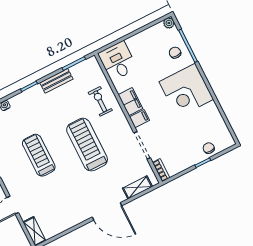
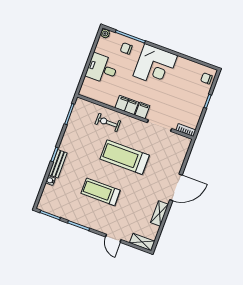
desk: (118, 61) -> (102, 69), moved
bench: (56, 81) -> (58, 164), moved
chair: (209, 148) -> (206, 78), moved
shelving: (137, 187) -> (159, 213), moved

